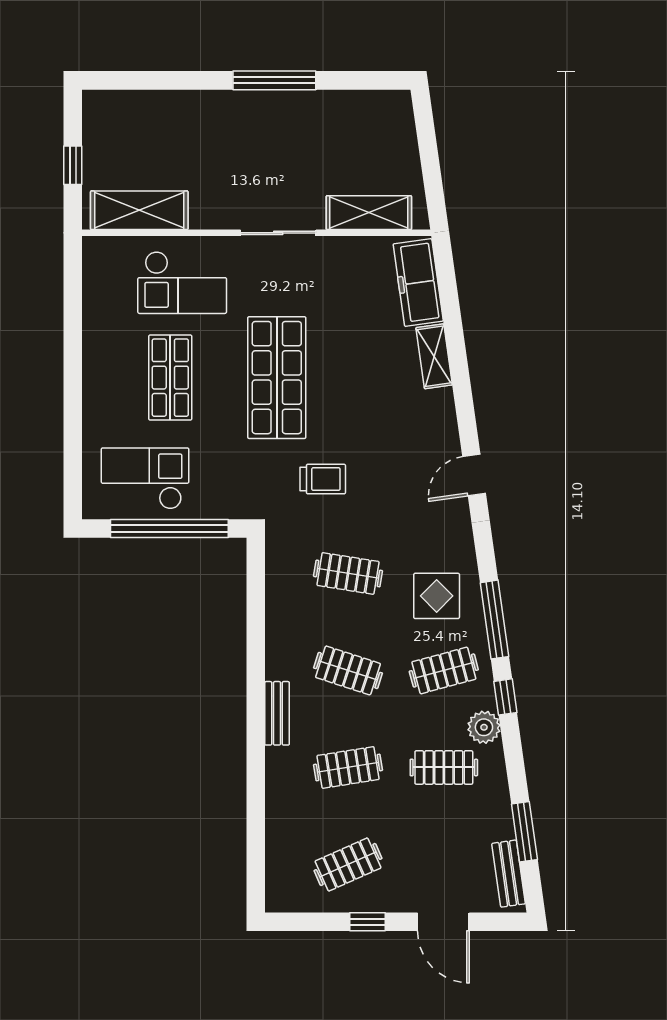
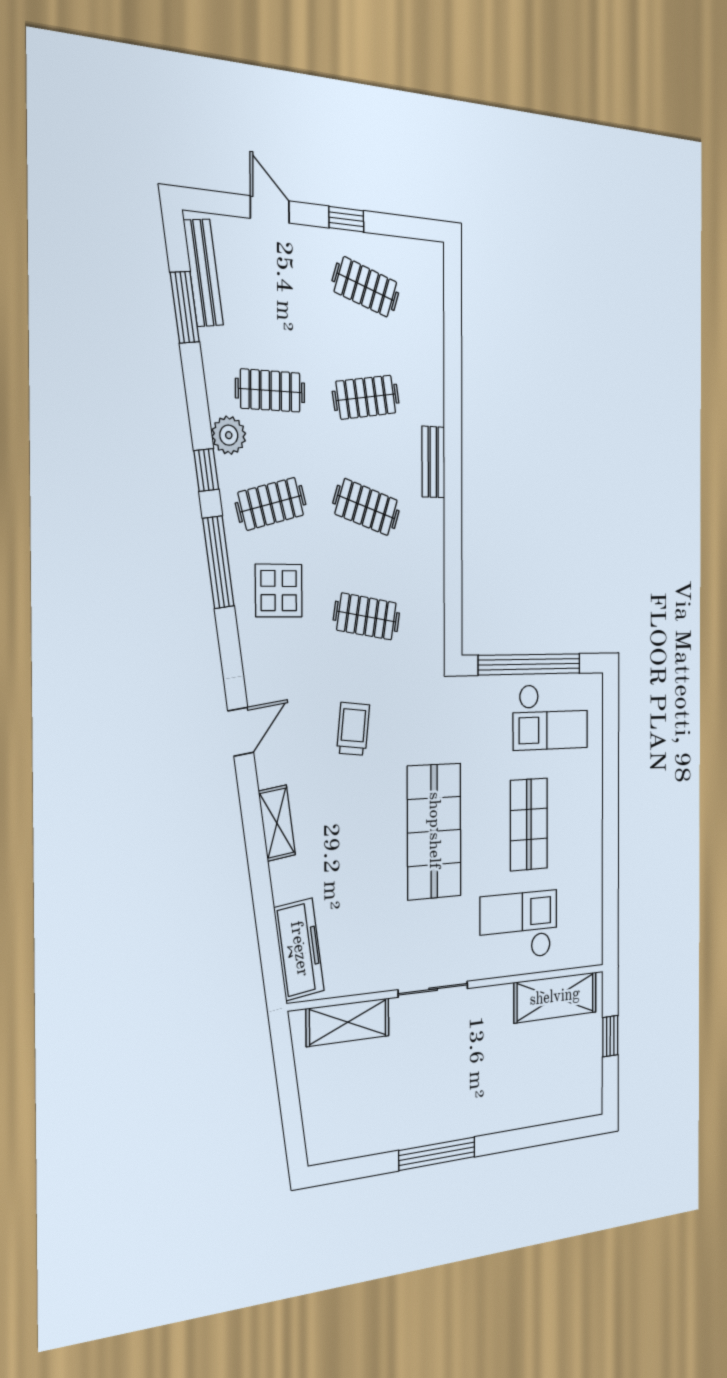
shelving: (434, 356) -> (277, 823), moved
trolley: (323, 479) -> (353, 729), moved, turned 96
clothes rail: (348, 864) -> (366, 287), turned 42
bench: (509, 874) -> (203, 273), width x1.36
door: (443, 922) -> (270, 210), width x0.73

